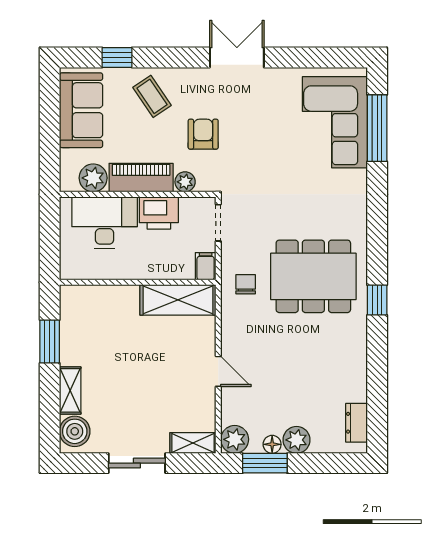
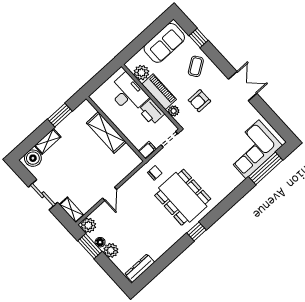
armchair: (203, 134) -> (199, 101), turned 180
shelving: (178, 300) -> (106, 132), moved
dresser: (356, 423) -> (140, 268), width x1.44

